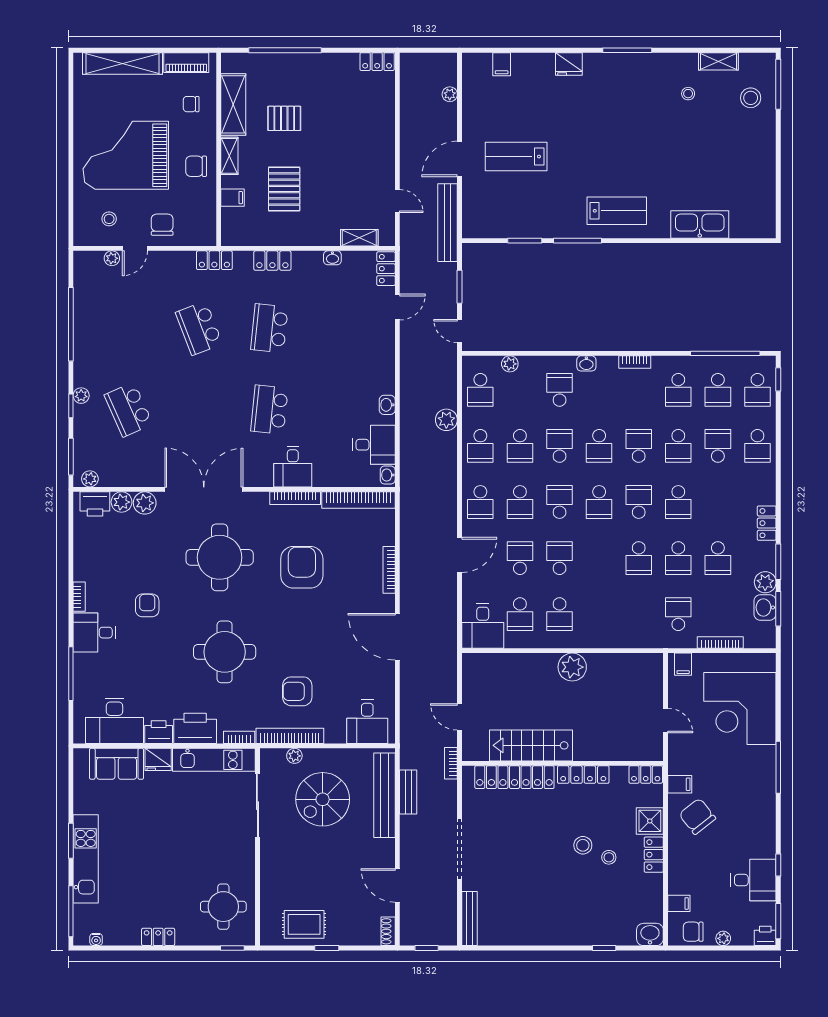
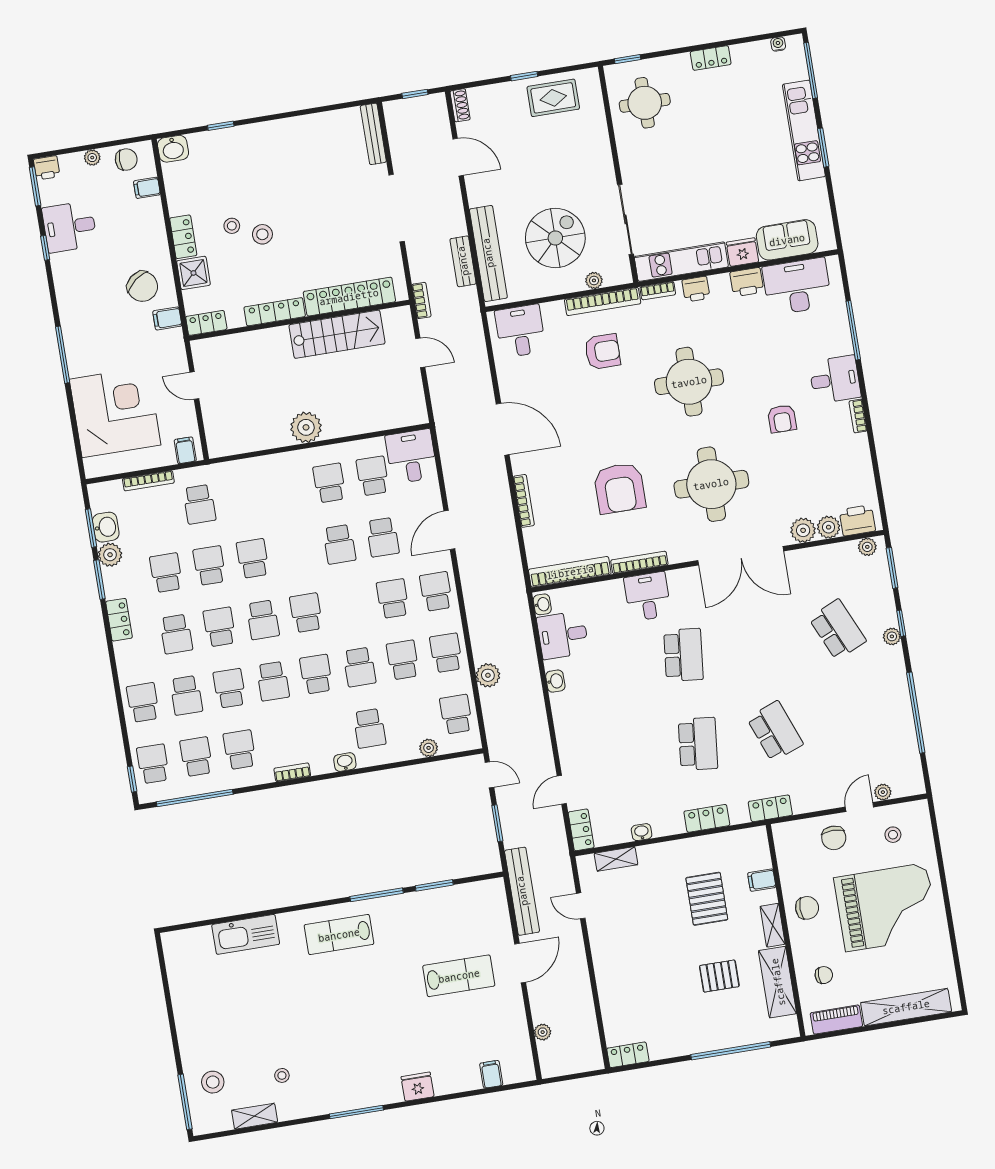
school desk: (560, 502) -> (176, 634), moved
printer: (195, 728) -> (696, 289), width x0.53, depth x0.68

